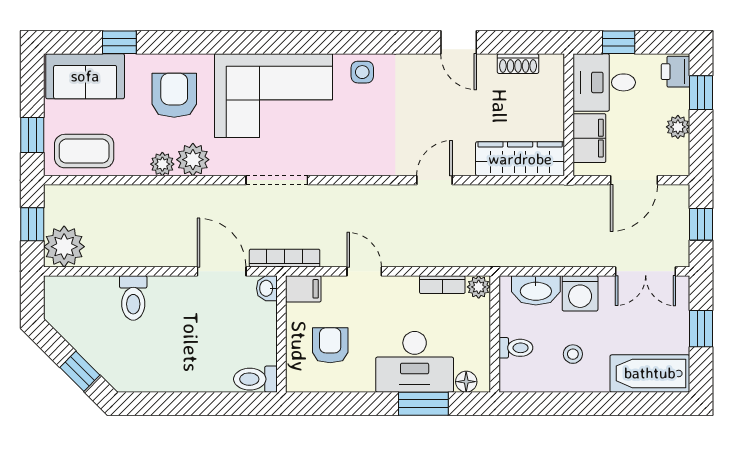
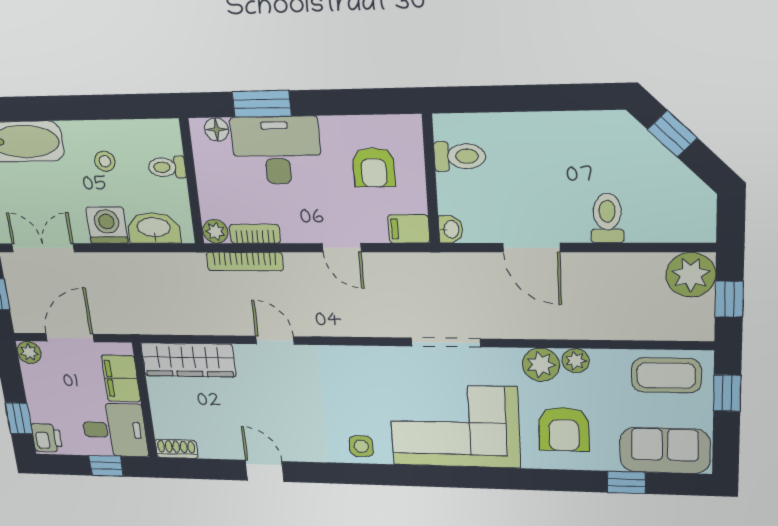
shoe rack: (518, 64) -> (176, 449), moved
plant: (678, 127) -> (29, 352), moved
door: (434, 180) -> (275, 340), swing flipped
bookcase: (285, 258) -> (245, 261), moved
door: (222, 271) -> (531, 248), moved
toilet: (255, 379) -> (460, 156), moved

